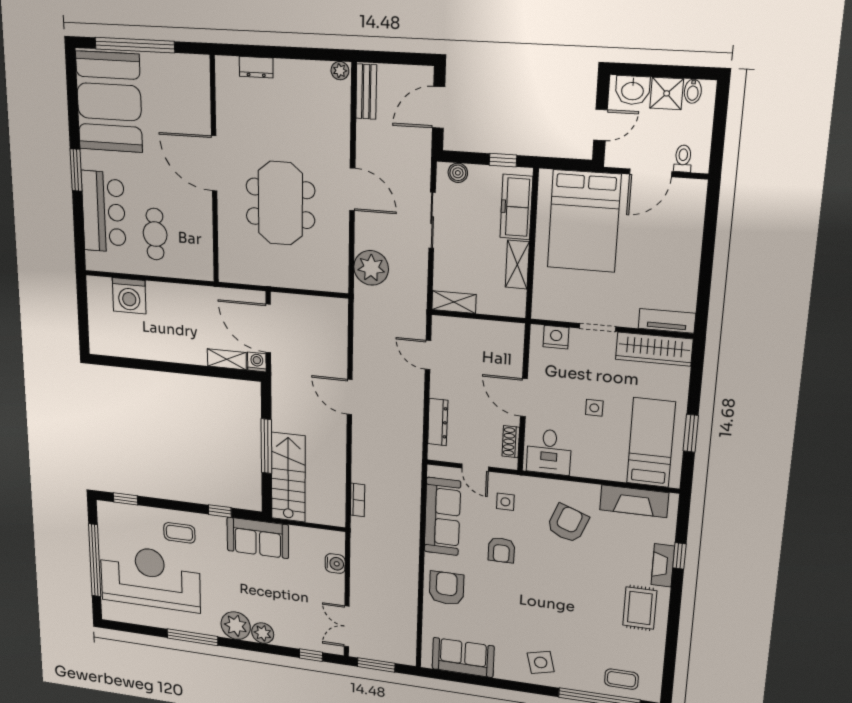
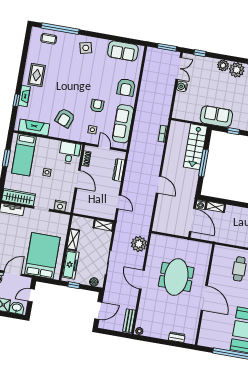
water cooler: (335, 564) -> (182, 86), moved

